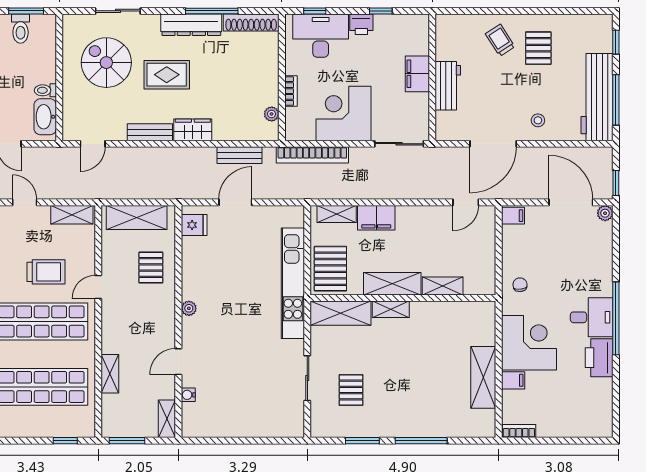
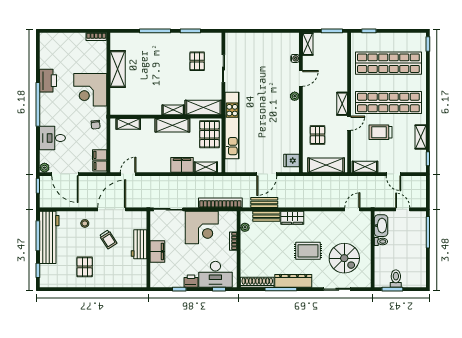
trolley: (500, 40) -> (108, 239), moved
bench: (150, 132) -> (266, 216), moved
shelving: (443, 286) -> (128, 124), moved
plant: (189, 308) -> (295, 96), moved
desk: (592, 317) -> (52, 138), moved
shelving: (110, 374) -> (342, 104), moved
filing cabinet: (513, 380) -> (100, 155), moved

